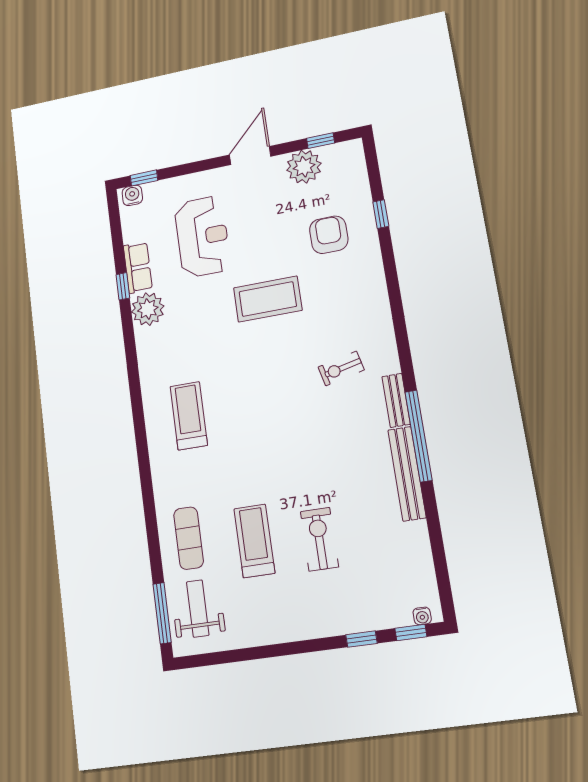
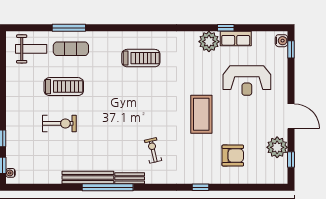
window: (381, 214) -> (201, 187), moved
window: (162, 613) -> (69, 28), moved

